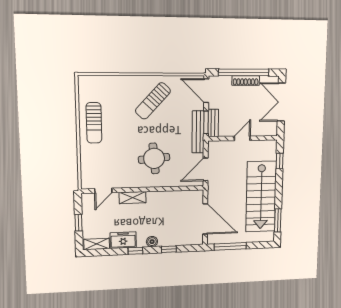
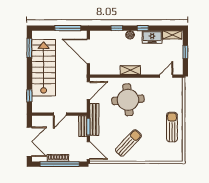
round table: (154, 158) -> (128, 100), width x1.36, depth x1.36
shelving: (133, 198) -> (130, 70), moved

